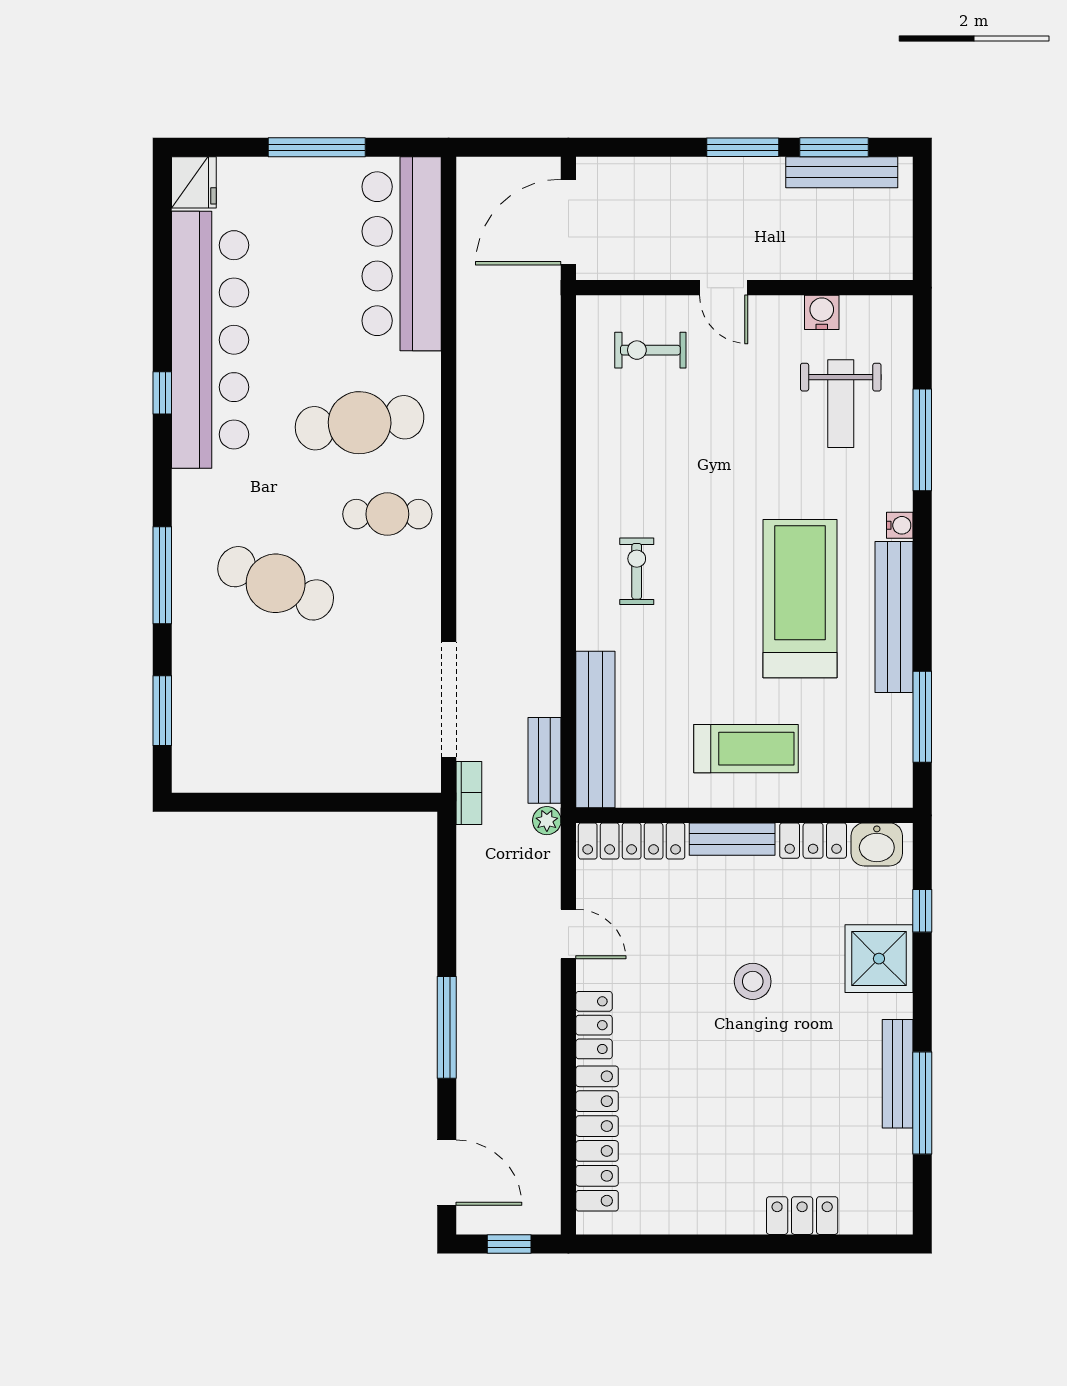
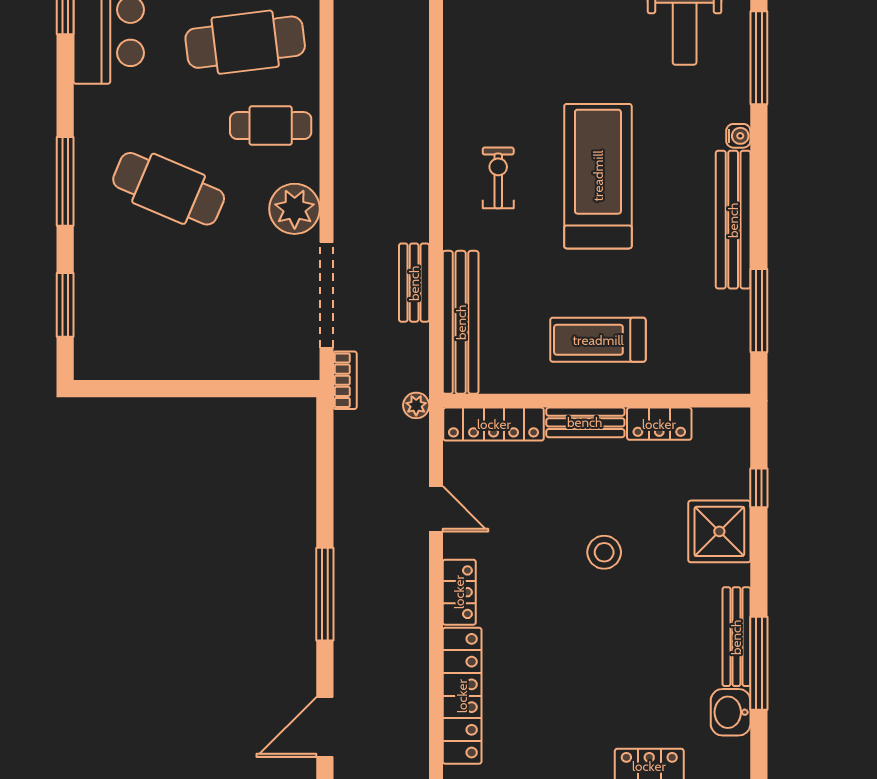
treadmill: (800, 599) -> (598, 176), moved
plant: (414, 605) -> (295, 209), added
treadmill: (746, 749) -> (598, 340), turned 180
bench: (545, 760) -> (414, 283), moved
washbasin: (877, 844) -> (731, 712), moved, turned 90
door: (447, 1173) -> (325, 727), swing flipped

